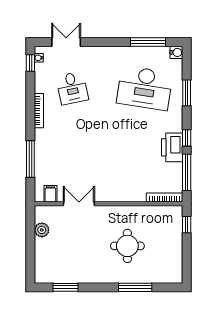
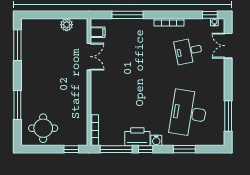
double door: (66, 42) -> (228, 46), swing flipped
water cooler: (176, 52) -> (156, 140), moved
round table: (127, 246) -> (43, 128), moved
window: (66, 287) -> (17, 45), width x1.44

